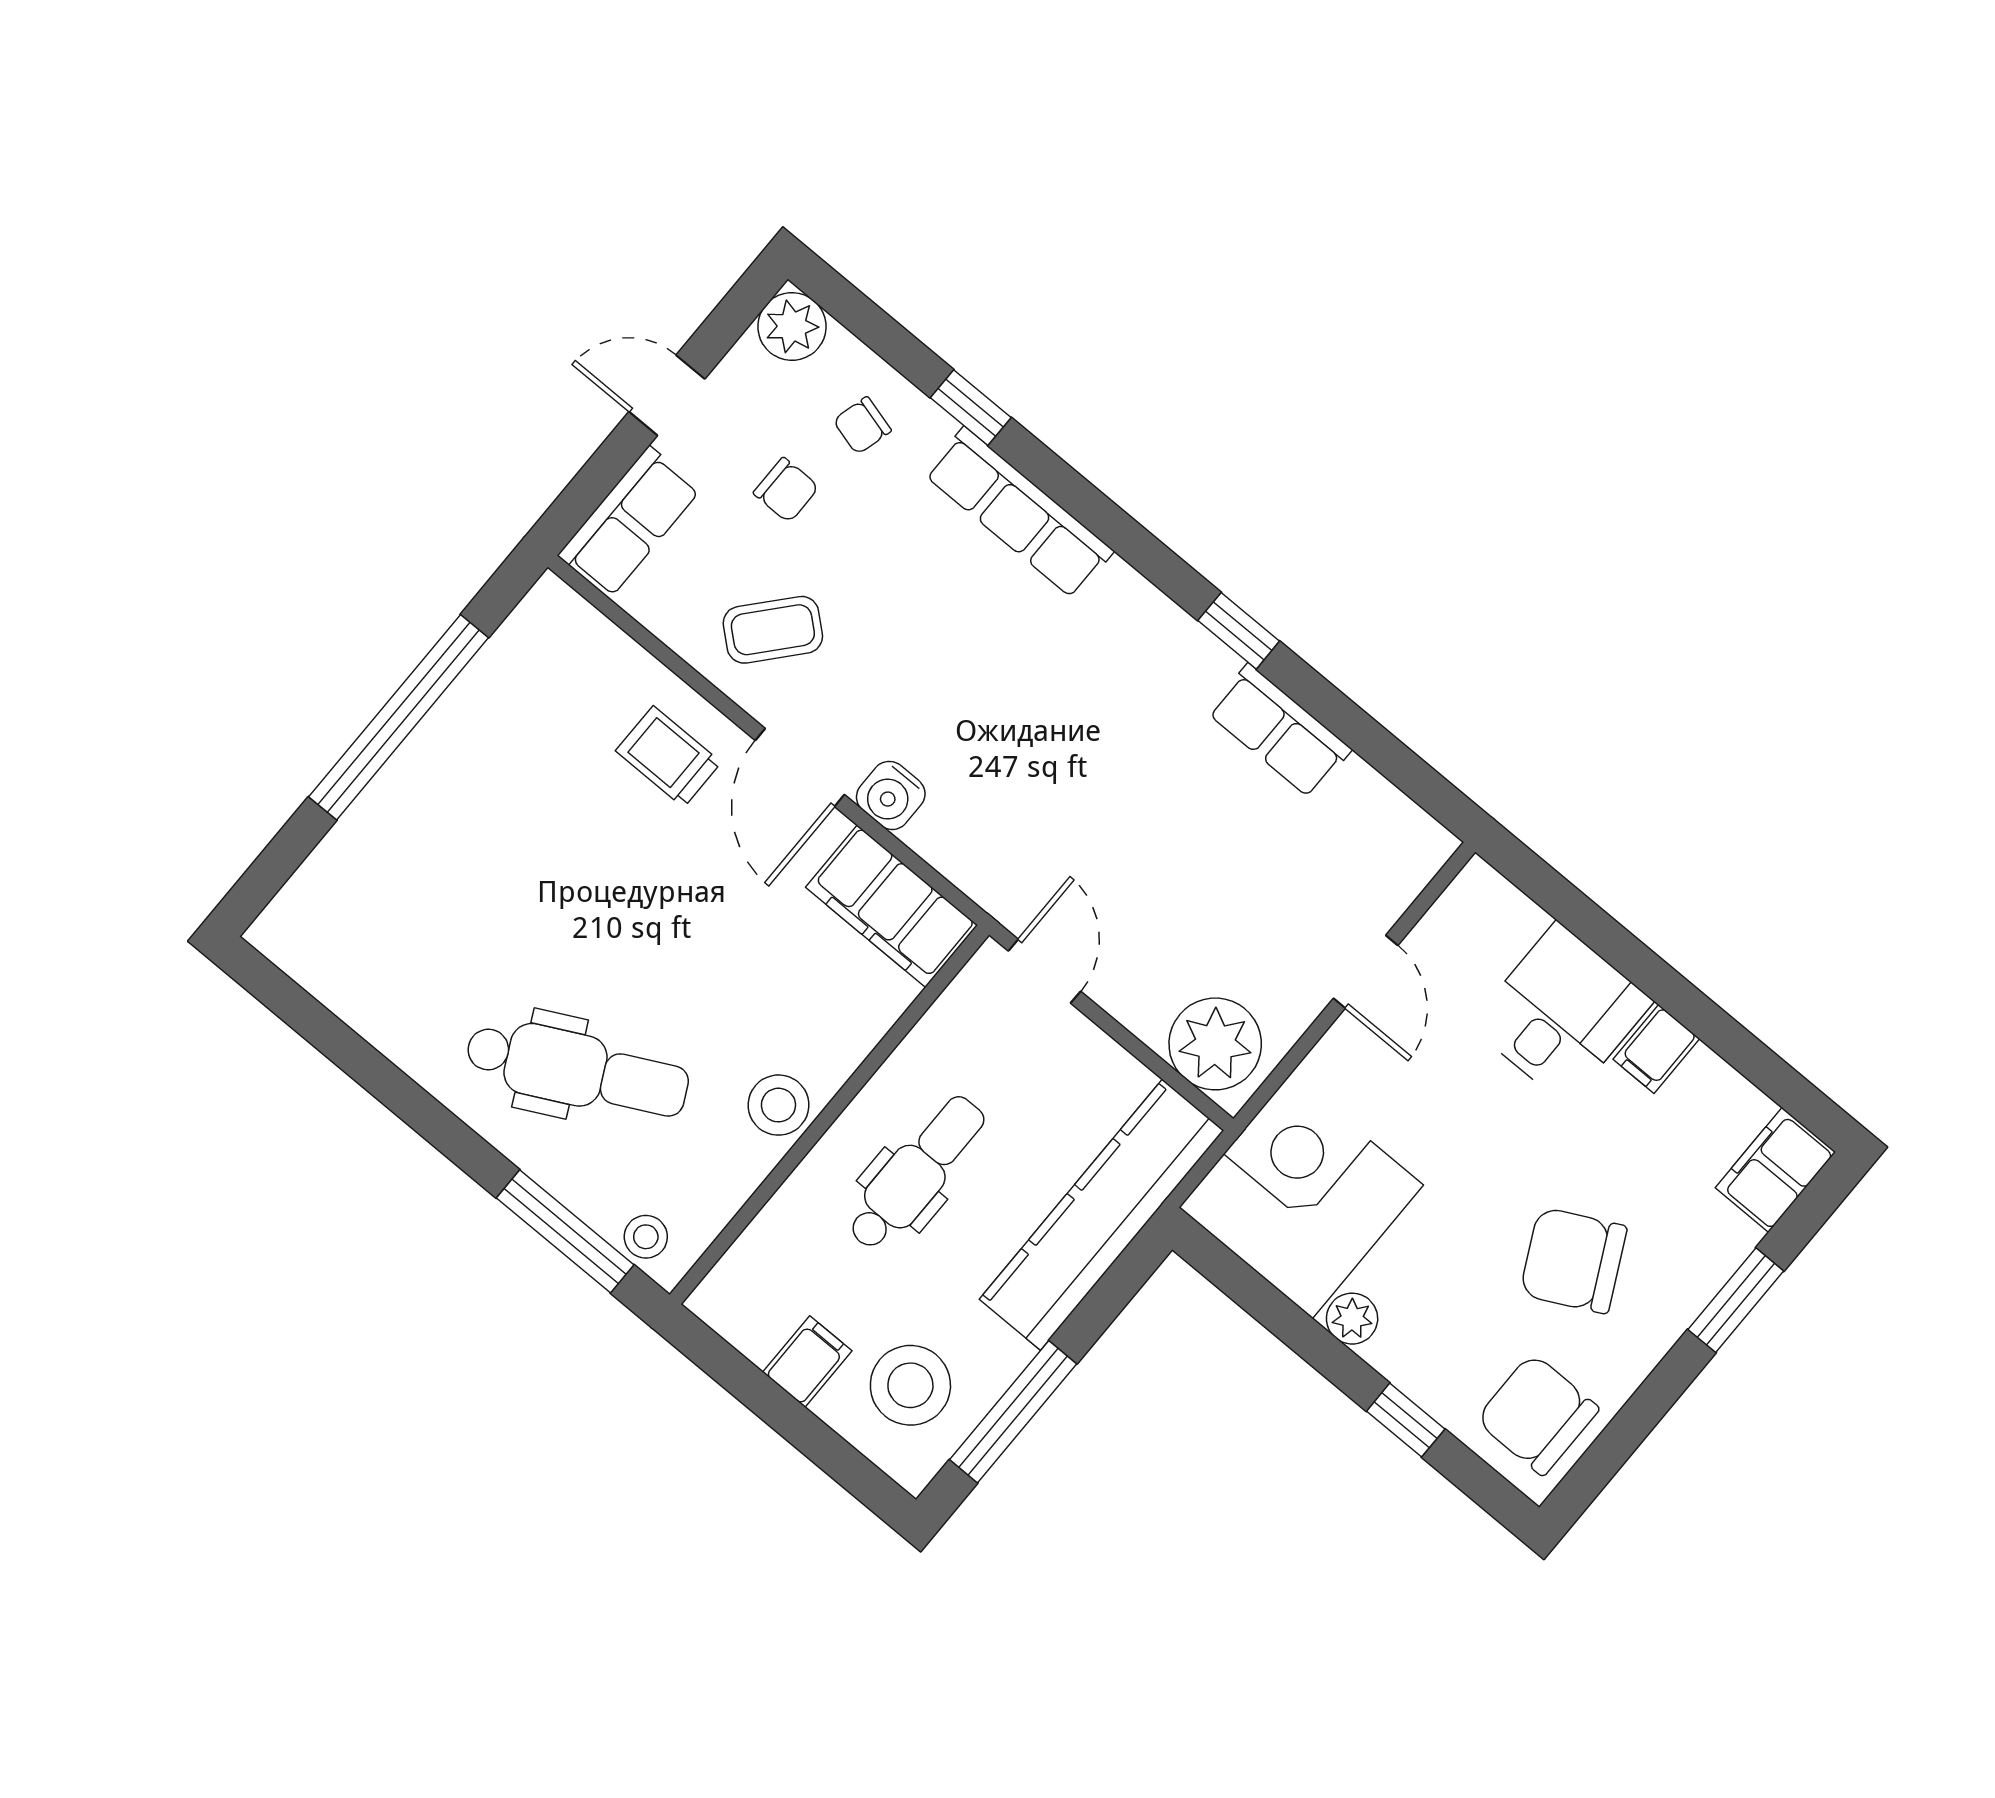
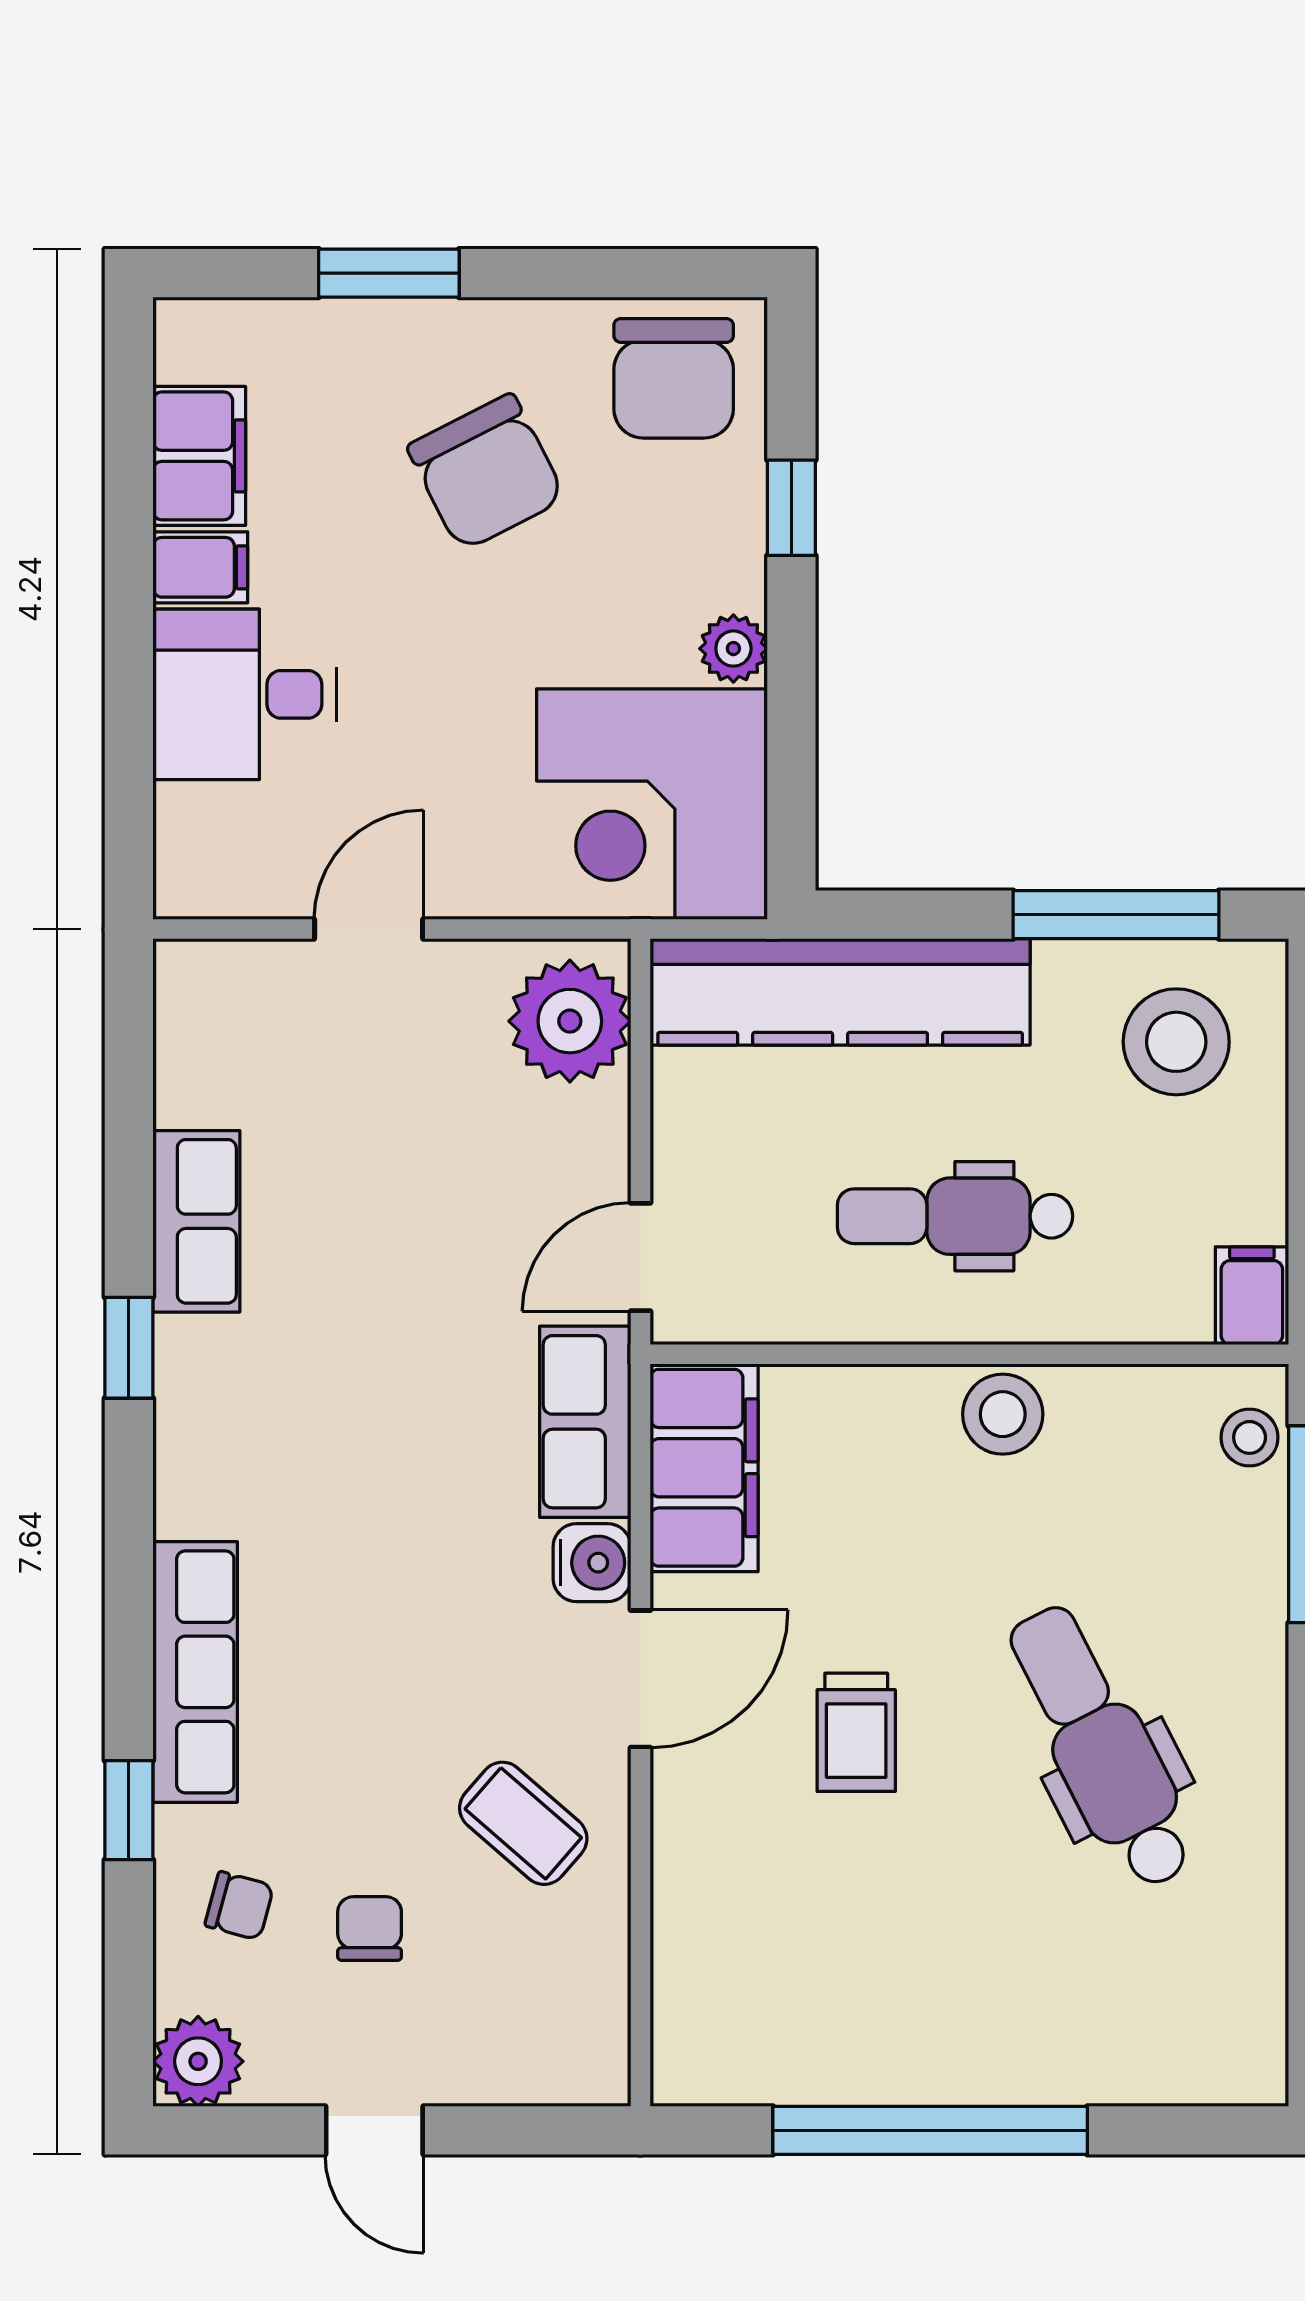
row of seats: (629, 522) -> (585, 1422), moved, turned -90
trolley: (668, 757) -> (856, 1732), moved
dental chair: (577, 1070) -> (1101, 1747), moved
filing cabinet: (1775, 1170) -> (199, 456), moved, turned -90
filing cabinet: (807, 1362) -> (1252, 1296), moved, turned 90

